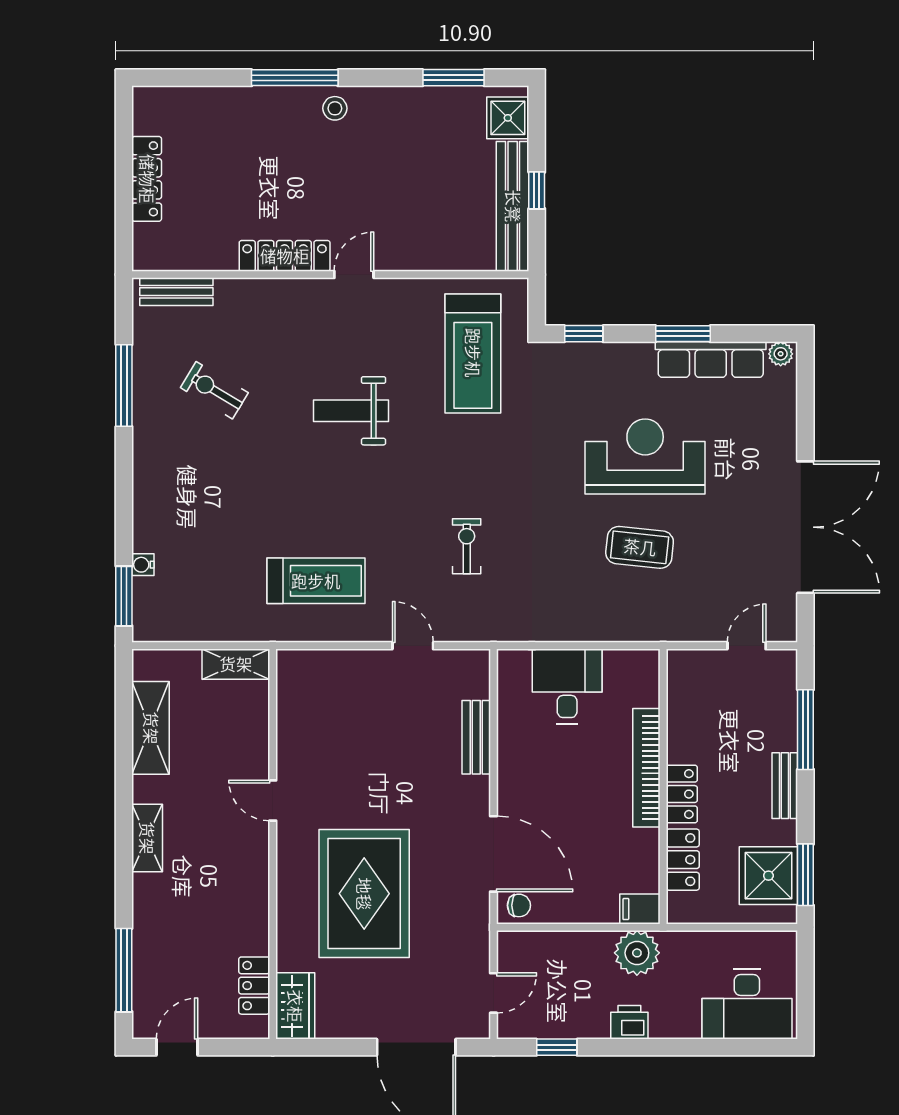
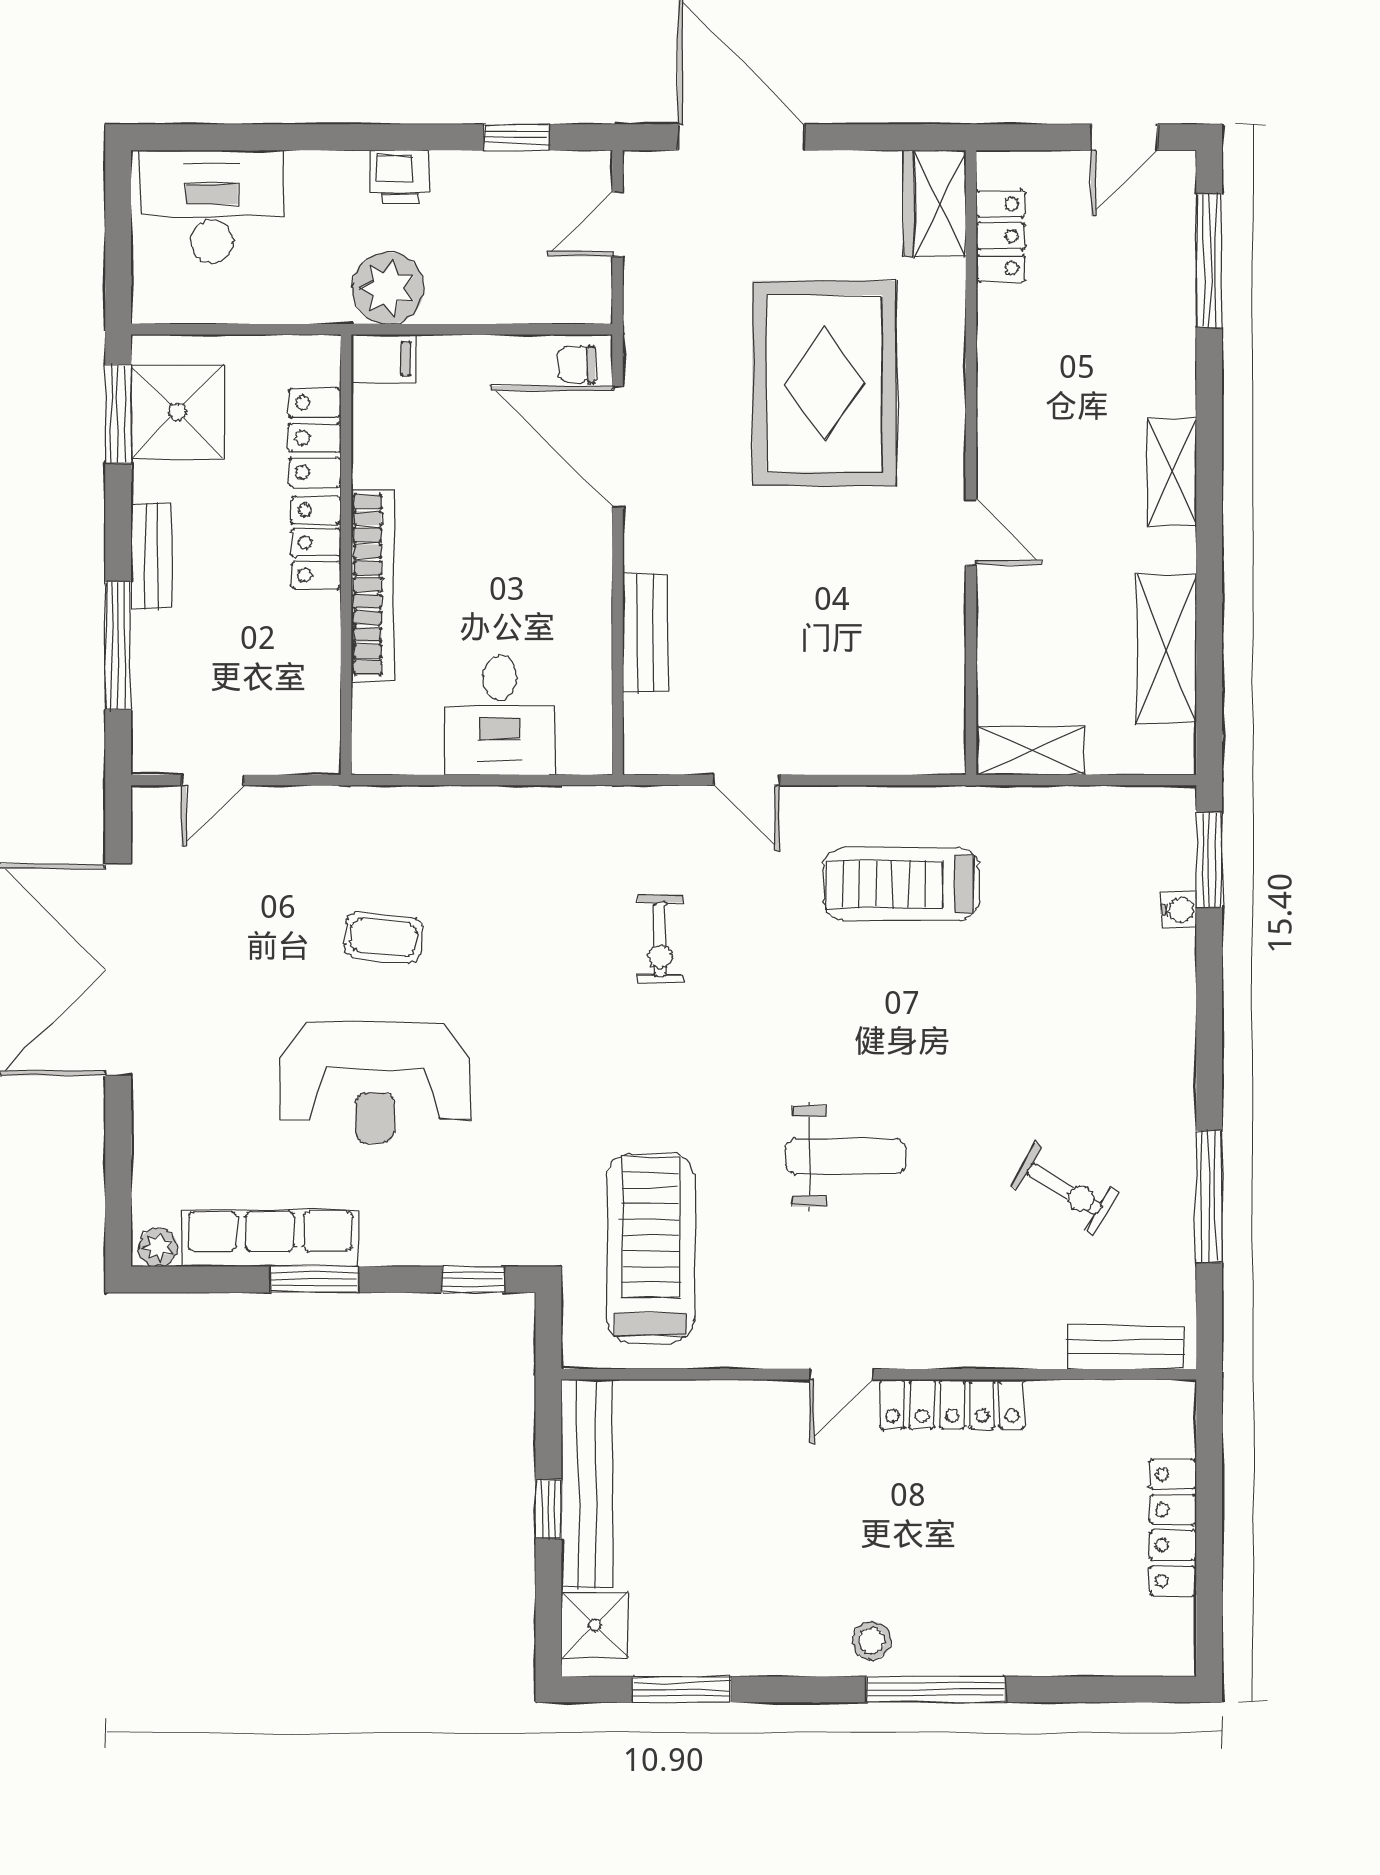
coffee table: (640, 547) -> (384, 937), width x0.73, depth x0.77

